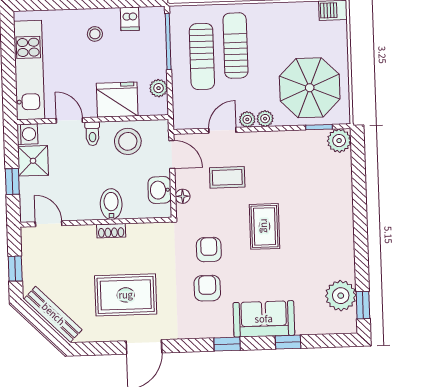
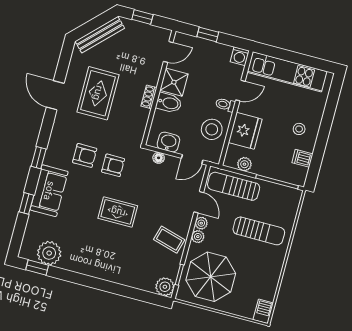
sun lounger: (202, 56) -> (234, 186), moved
shower: (33, 161) -> (174, 82), moved
coffee table: (227, 177) -> (169, 240), moved, turned -74

